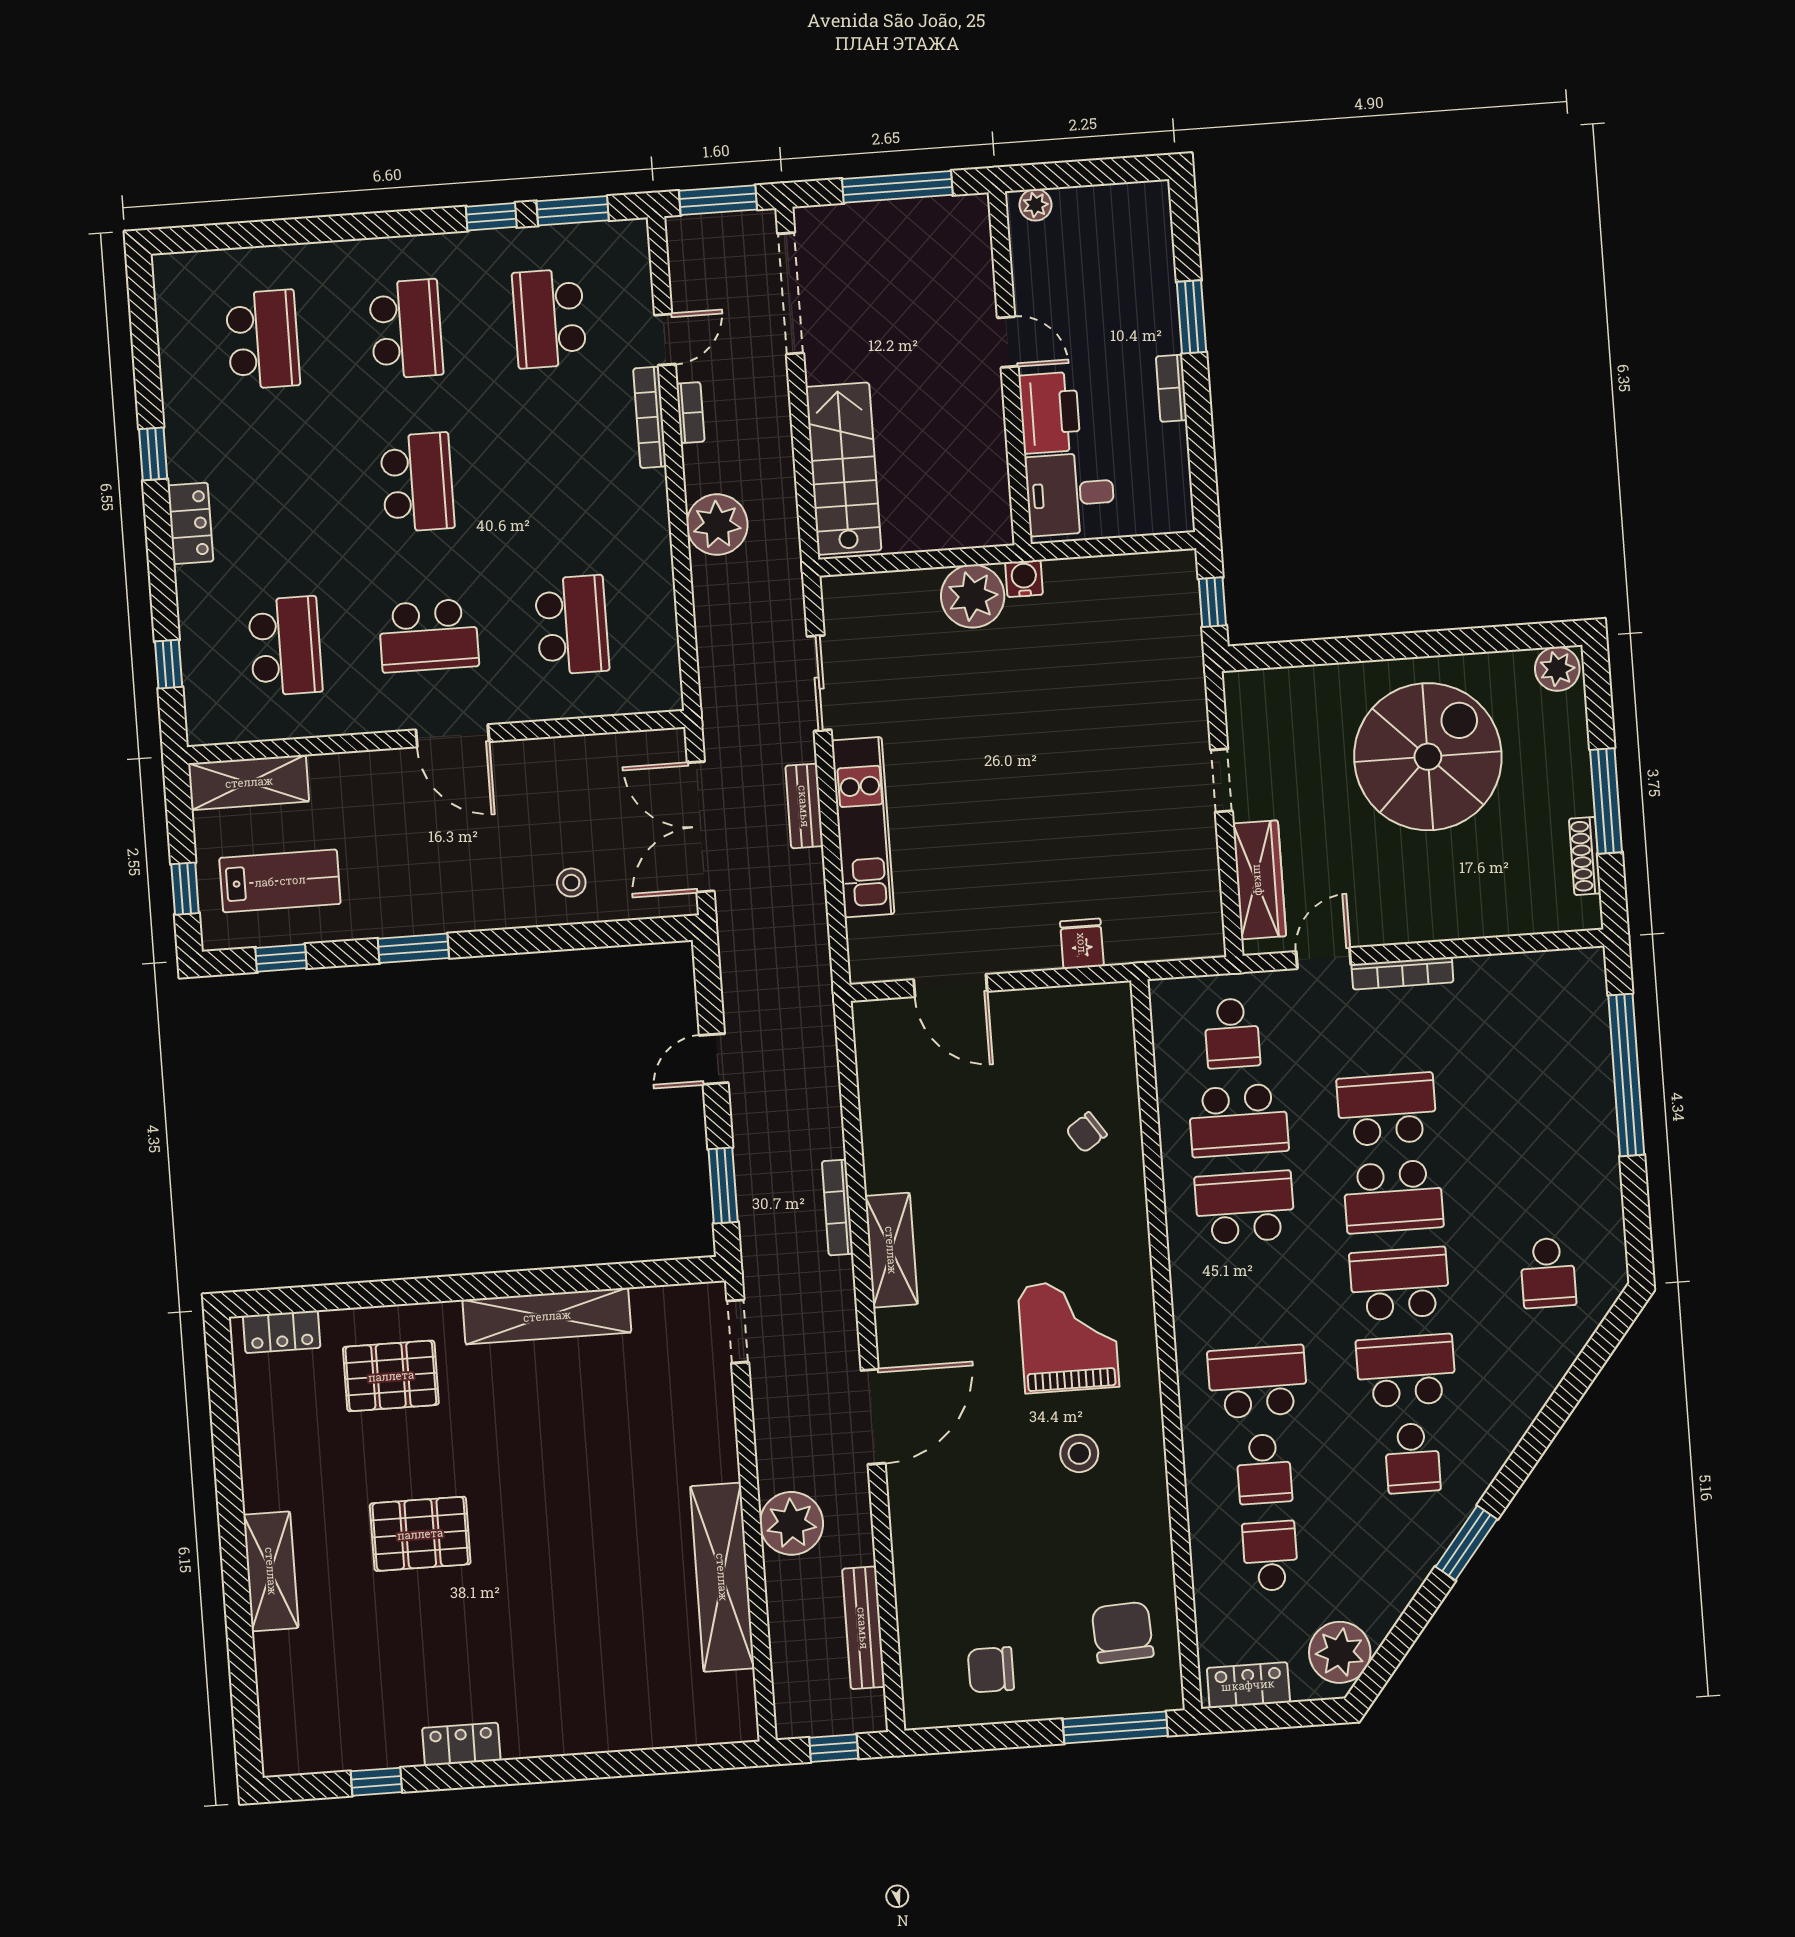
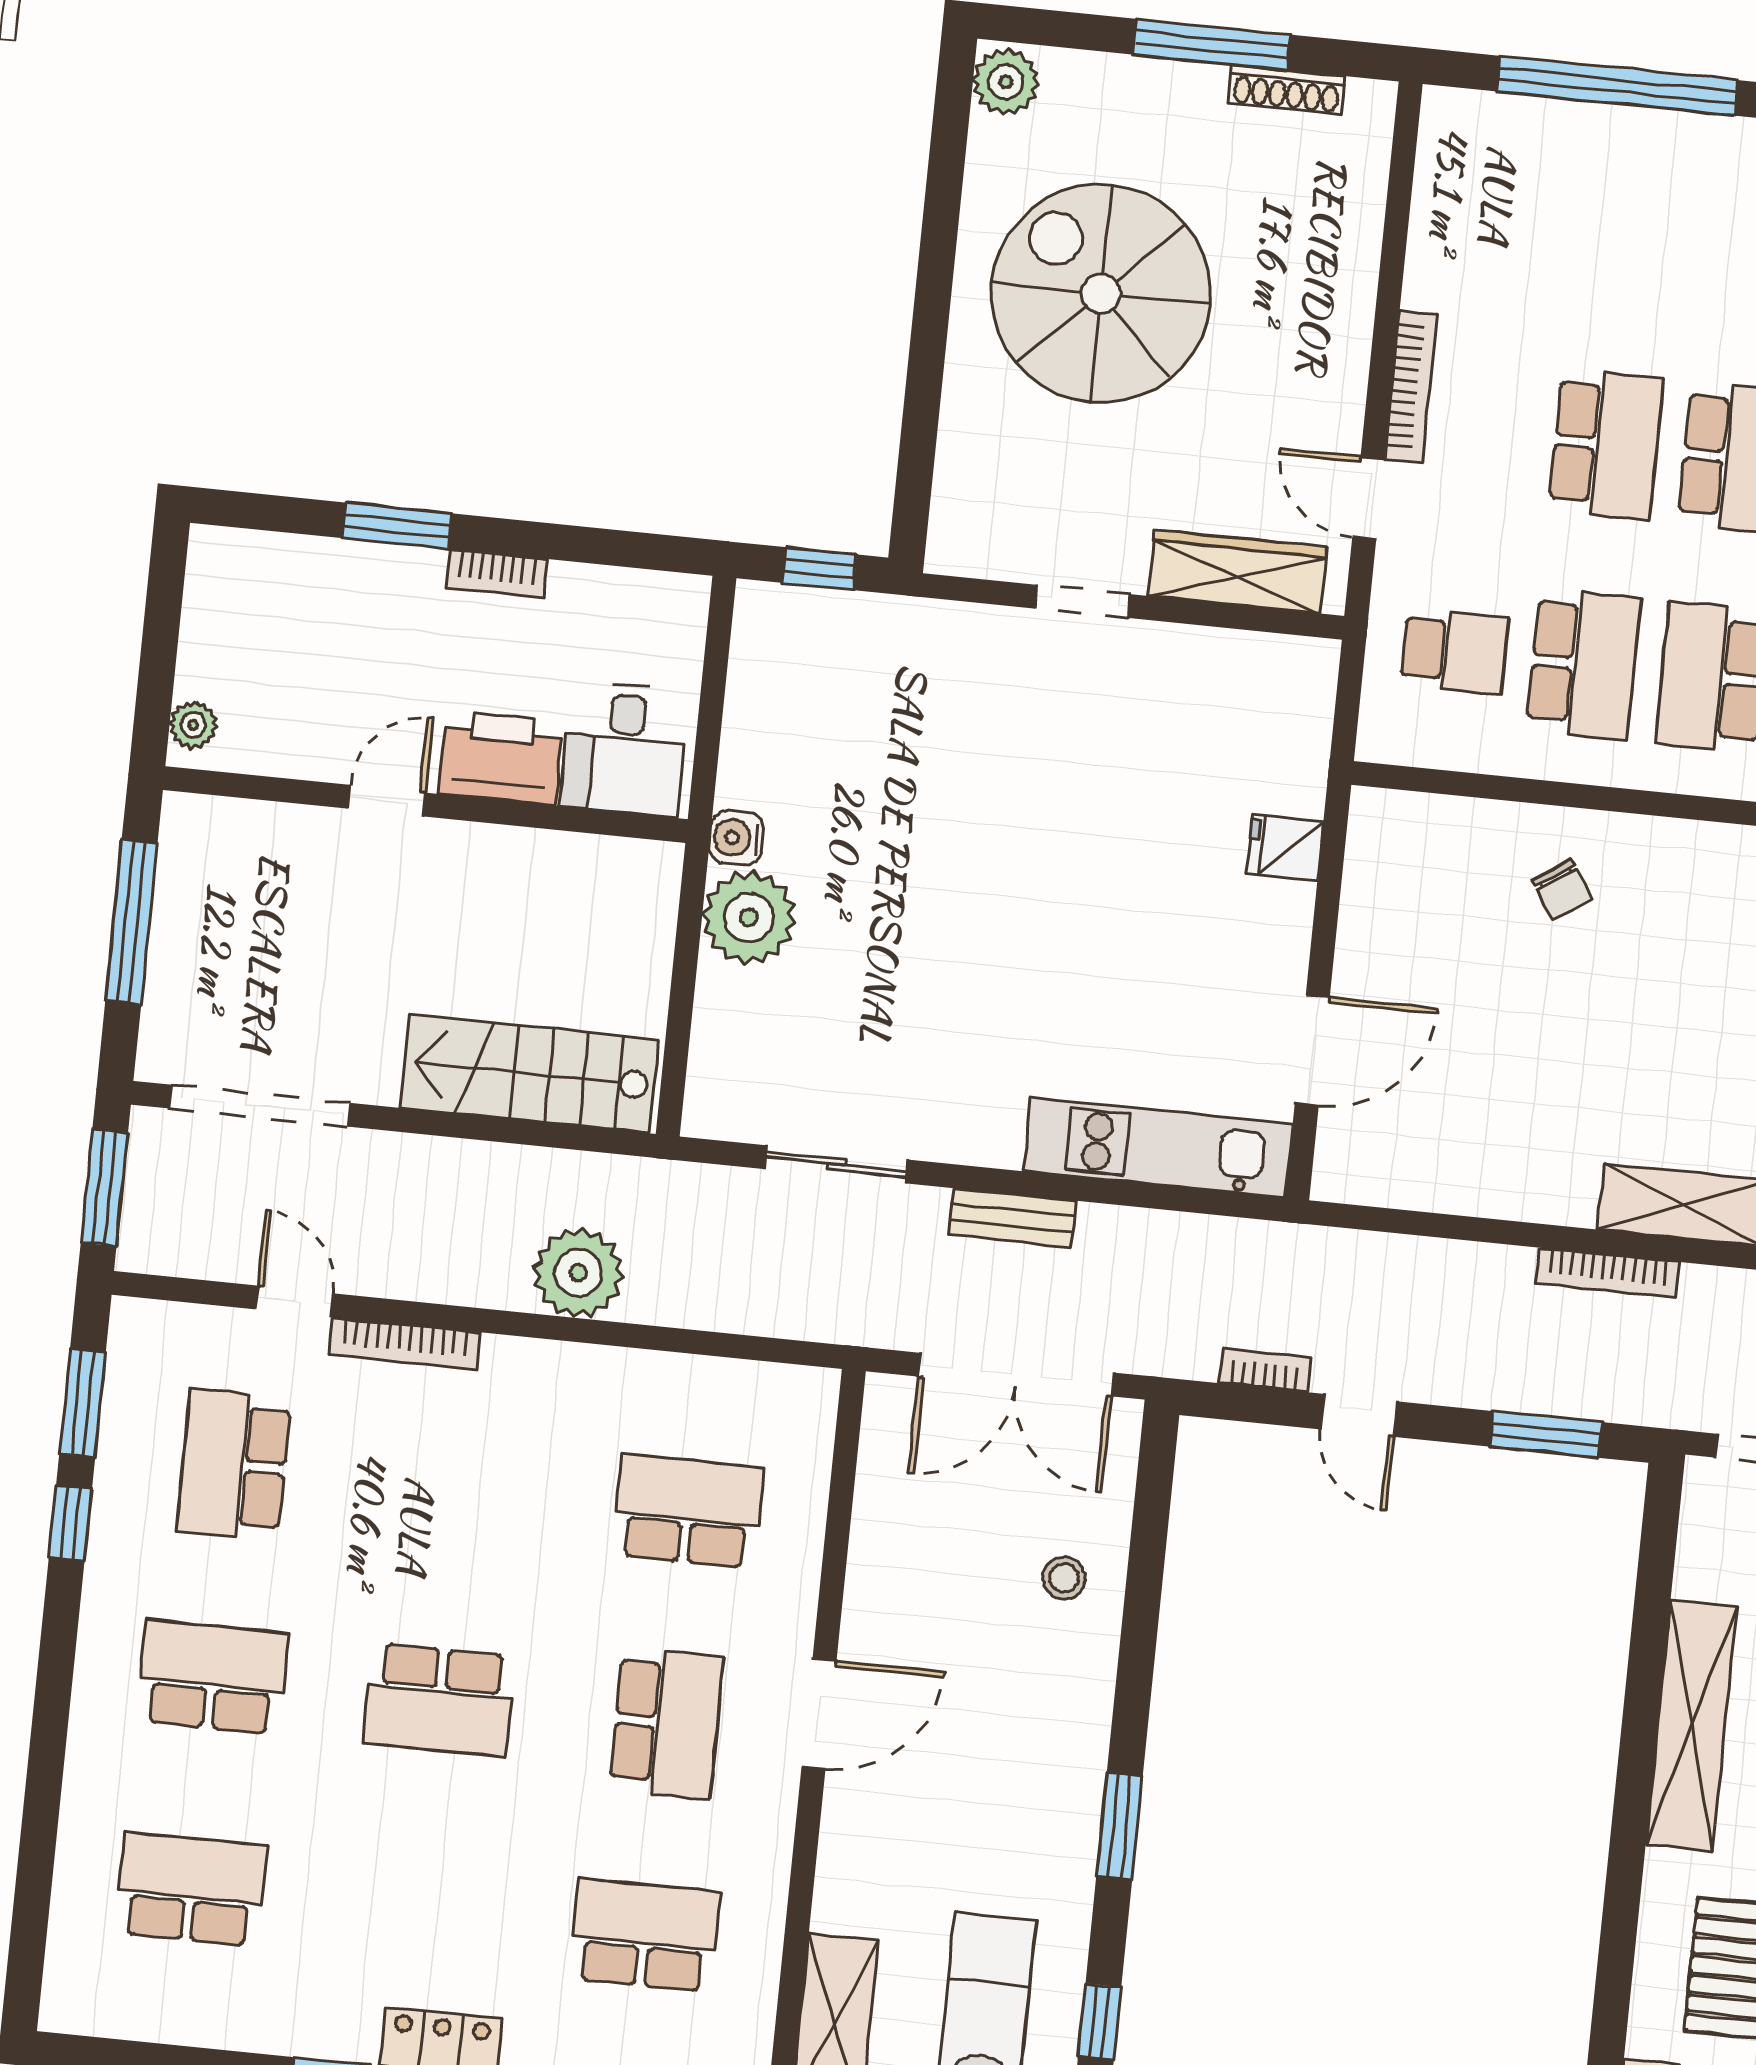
school desk: (549, 318) -> (234, 1465), turned 90
bookcase: (690, 413) -> (1265, 1370), moved
school desk: (417, 482) -> (439, 1700), turned 180
kitchen unit: (863, 827) -> (1158, 1148), moved
school desk: (1387, 1109) -> (1606, 445), turned 180

